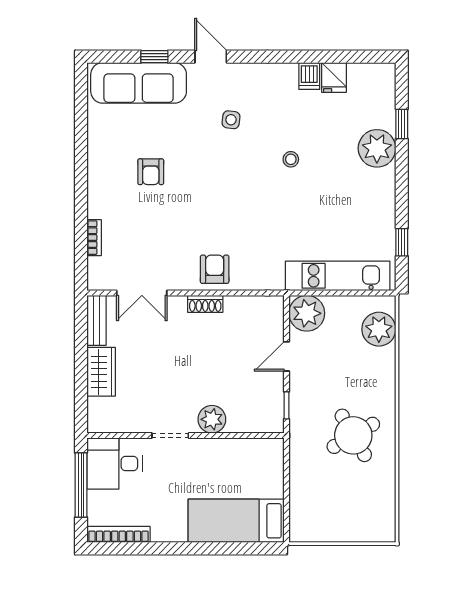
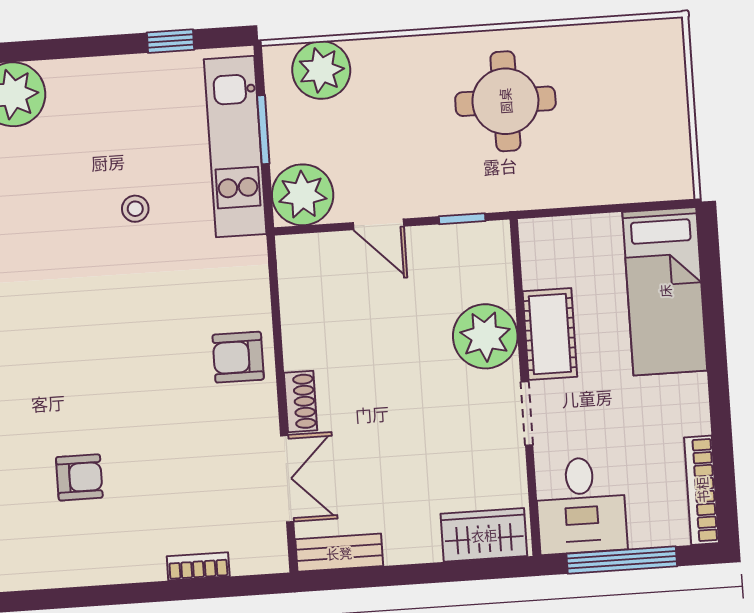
stool: (291, 159) -> (135, 209), moved
window: (346, 293) -> (263, 130), added
shoe rack: (205, 304) -> (301, 402), moved
wardrobe: (101, 372) -> (484, 535), moved
plant: (212, 419) -> (485, 336), width x1.36, depth x1.36
round table: (353, 435) -> (505, 101), turned 30
cot: (216, 452) -> (550, 334), added

